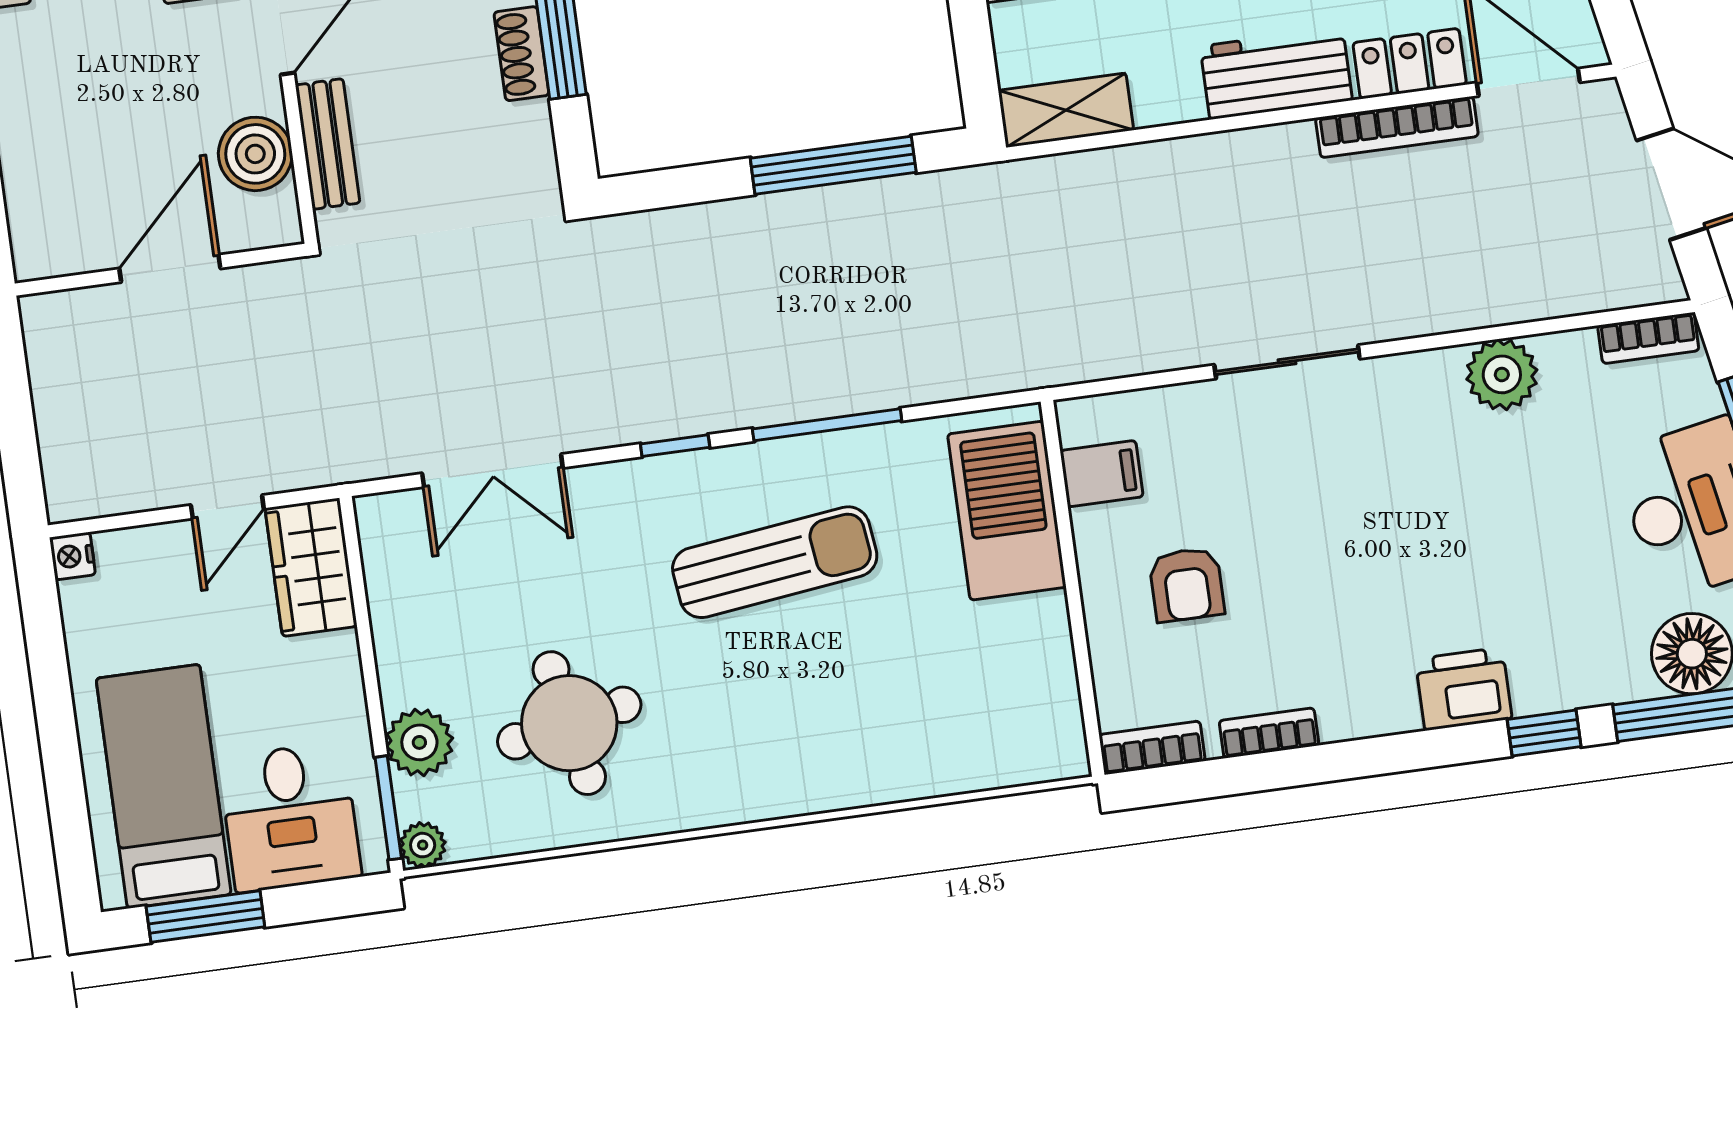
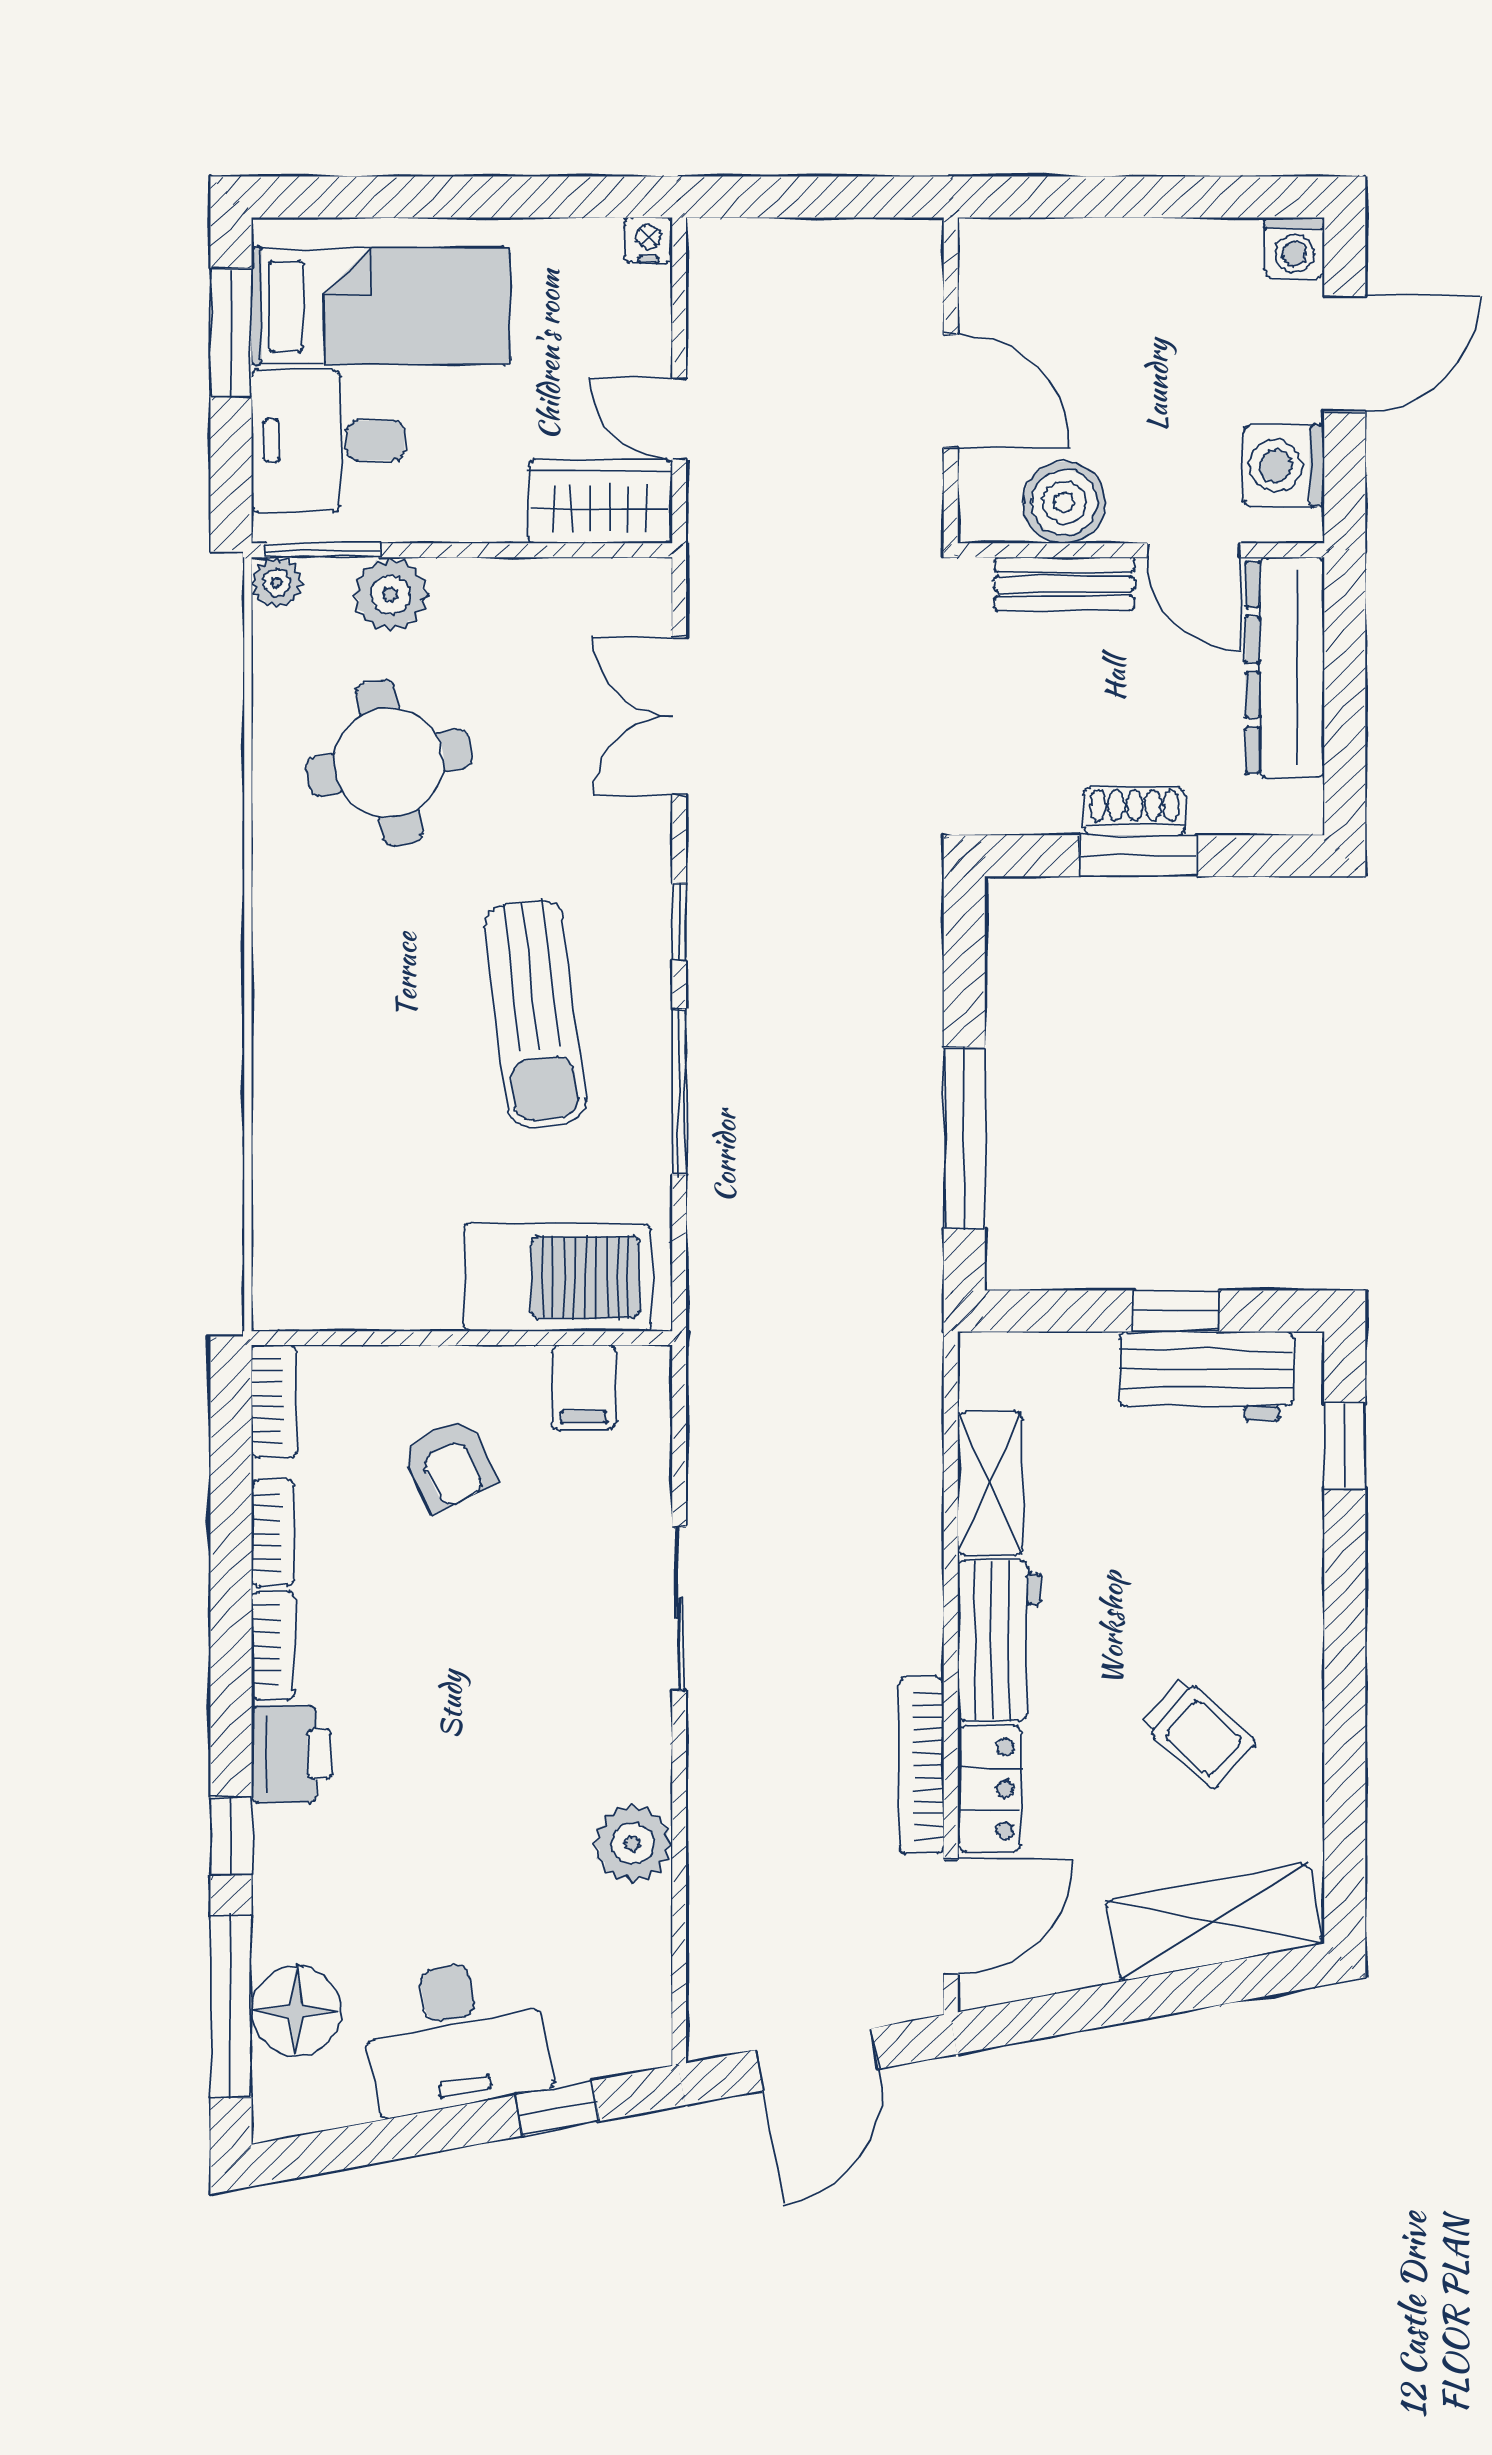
shelving: (1066, 110) -> (990, 1483), moved
bookcase: (1648, 338) -> (273, 1645), moved, turned 180
armchair: (1187, 585) -> (449, 1464), turned -116

